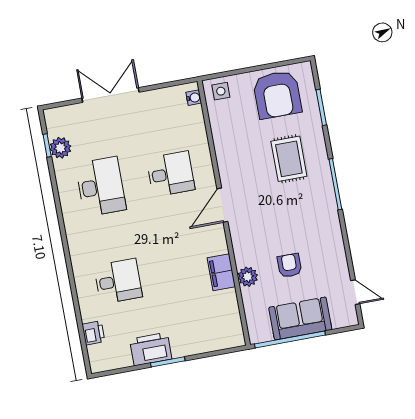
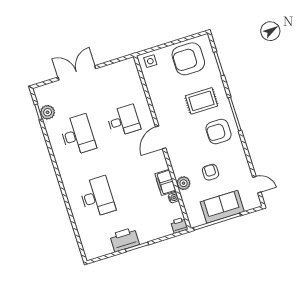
armchair: (277, 95) -> (188, 59), turned 90
water cooler: (194, 98) -> (173, 198), moved
rug: (289, 159) -> (201, 101), turned 90
armchair: (308, 207) -> (219, 132), added
desk: (118, 281) -> (97, 197), width x1.37
printer: (93, 333) -> (179, 225), moved, turned -90

